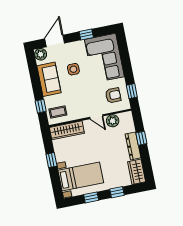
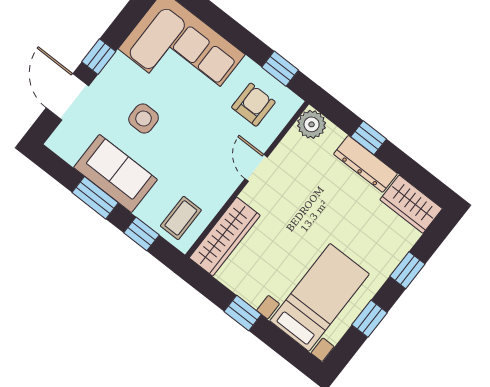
window: (86, 35) -> (99, 57), moved
plant: (41, 54) -> (63, 142), removed
window: (36, 81) -> (95, 198), added
door: (96, 117) -> (256, 168), swing flipped
plant: (113, 121) -> (312, 124), moved

